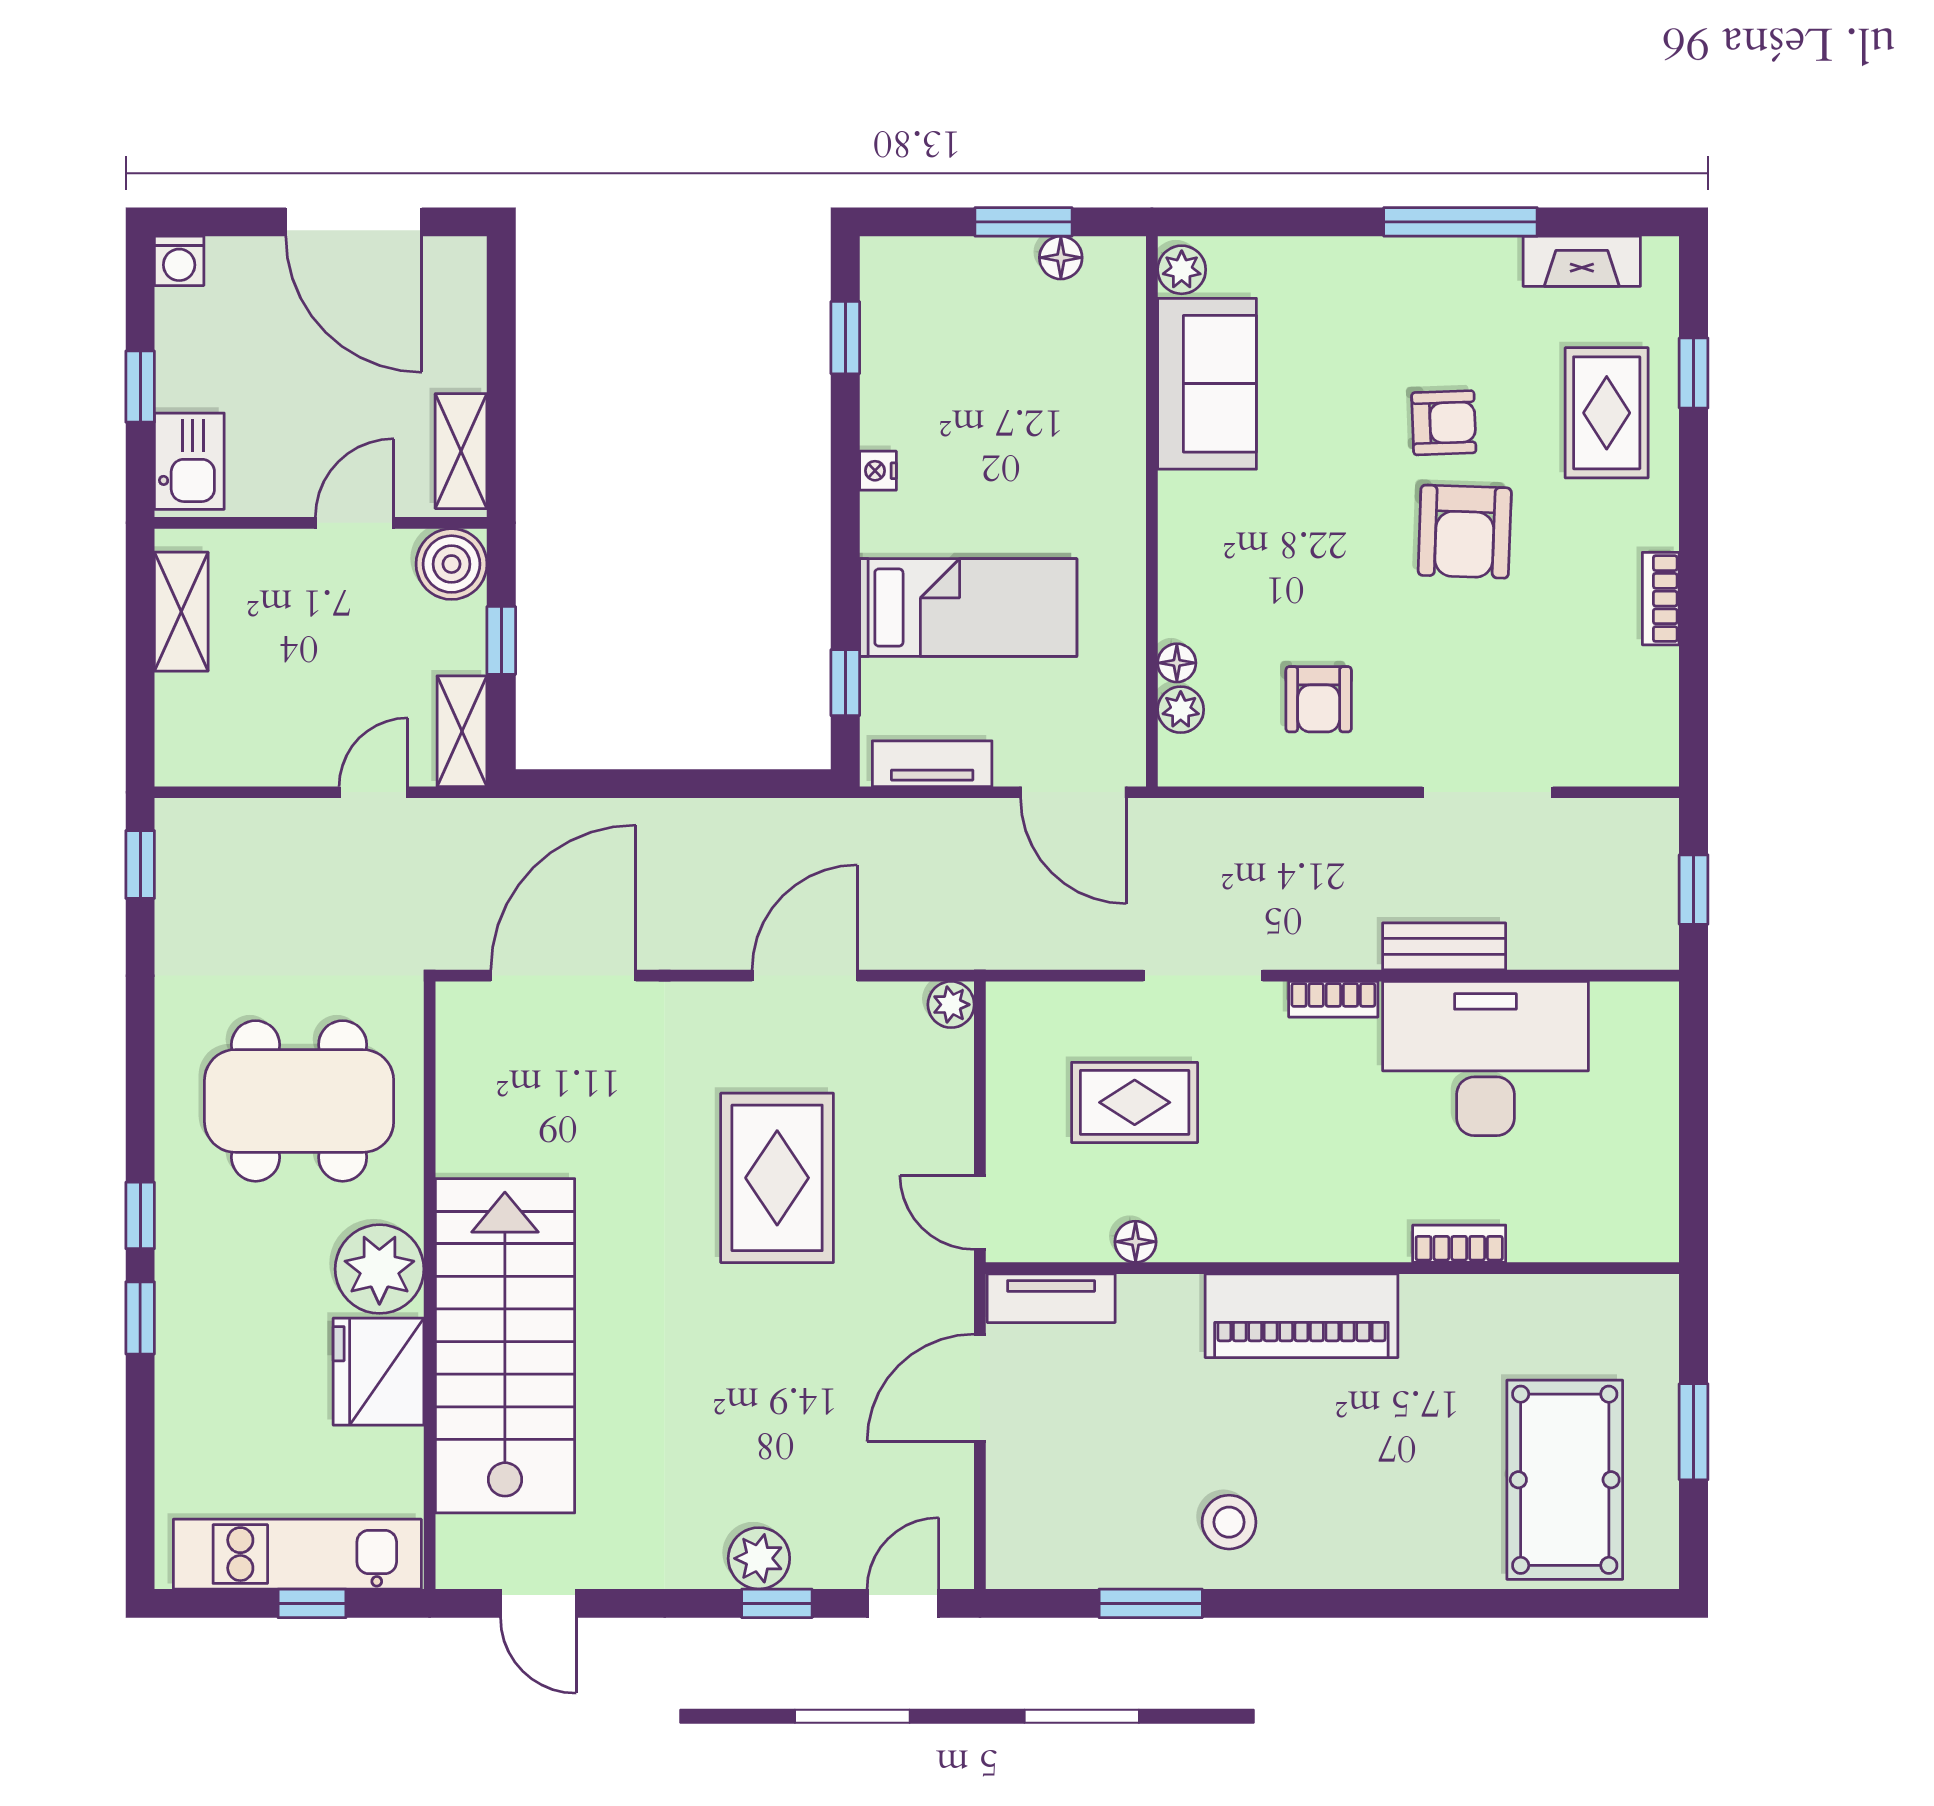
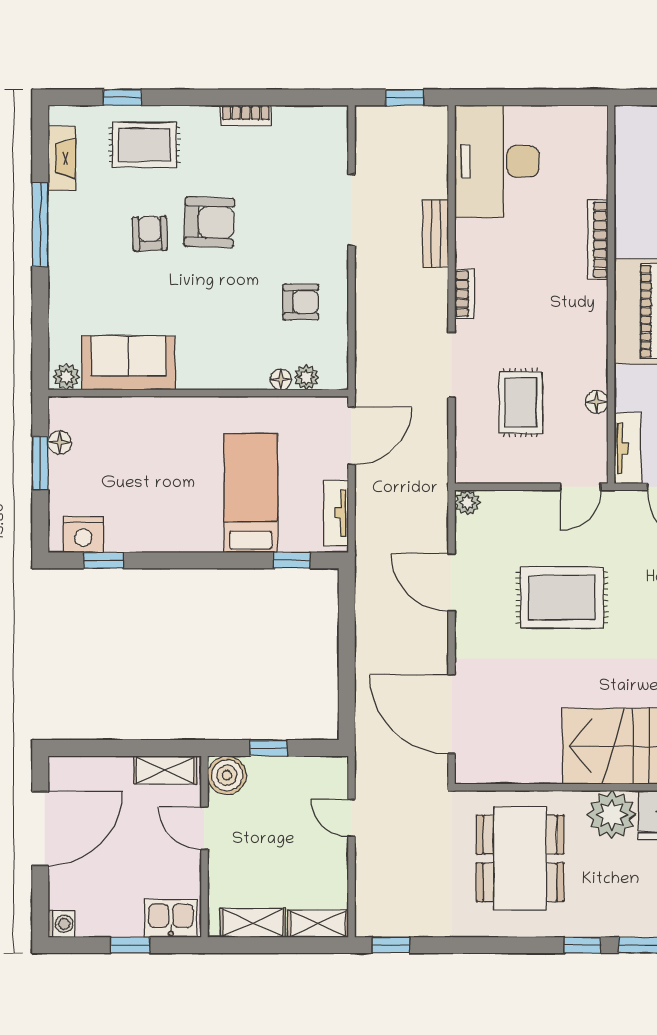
nightstand: (878, 471) -> (83, 535), moved, width x1.89, depth x1.79
shelving: (462, 731) -> (318, 924), moved
desk: (1485, 1058) -> (497, 161), moved
bookcase: (1459, 1244) -> (598, 240), width x1.56

